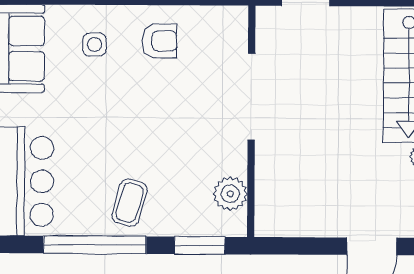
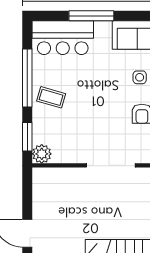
plant: (230, 194) -> (42, 154), moved

